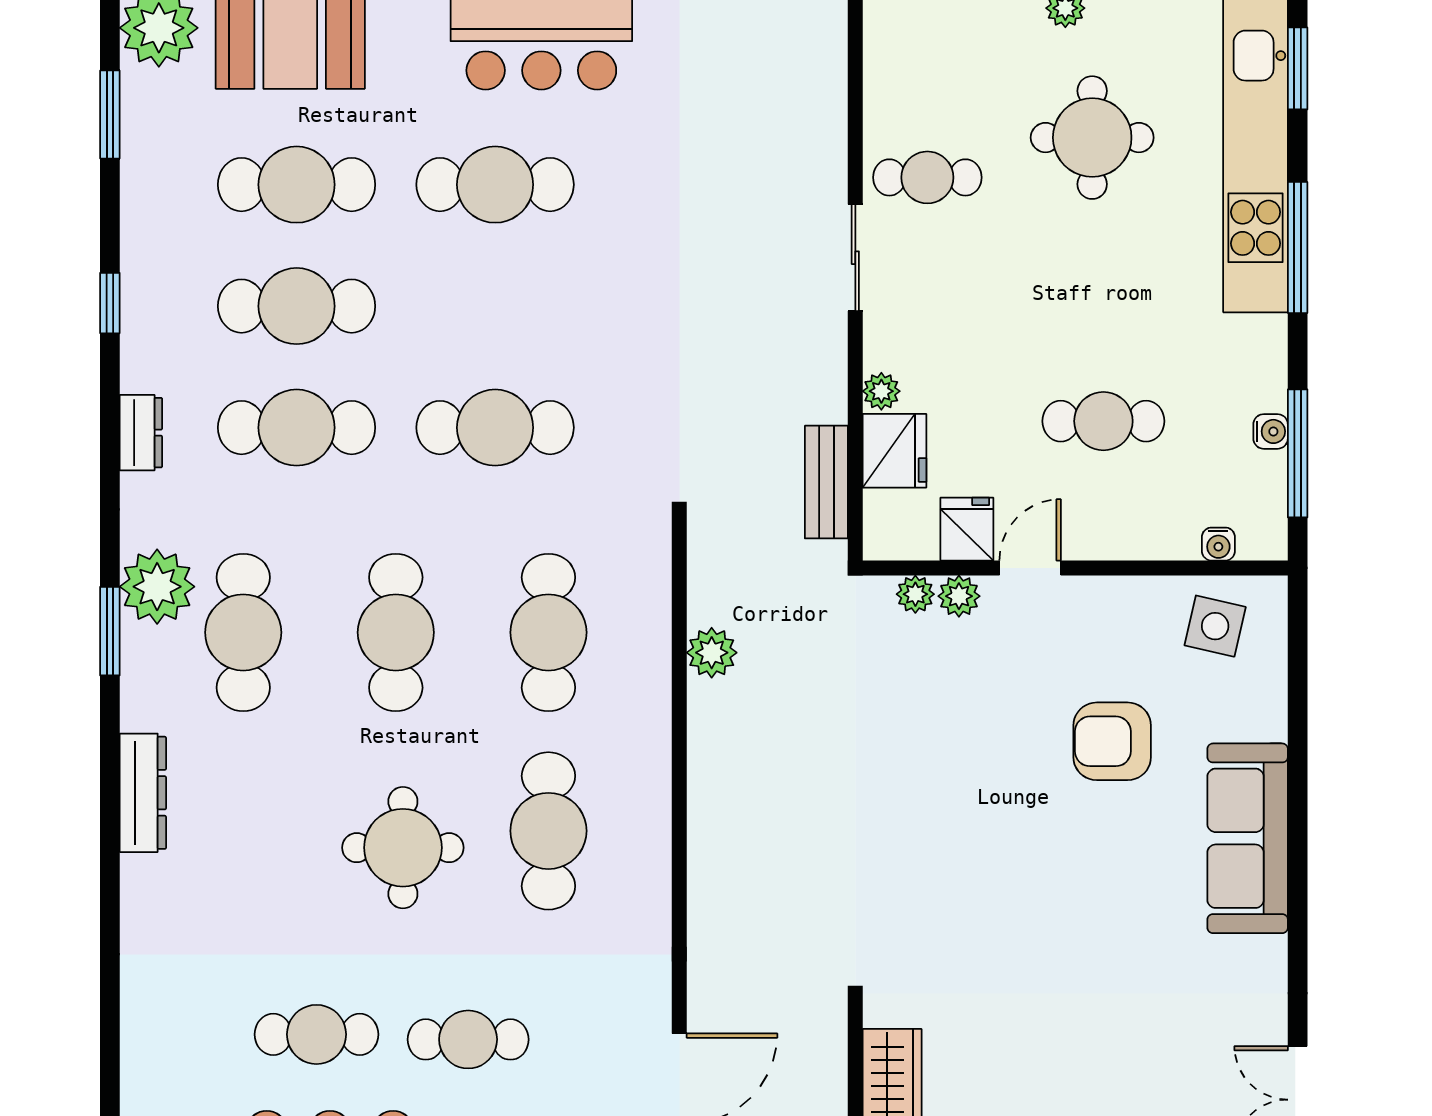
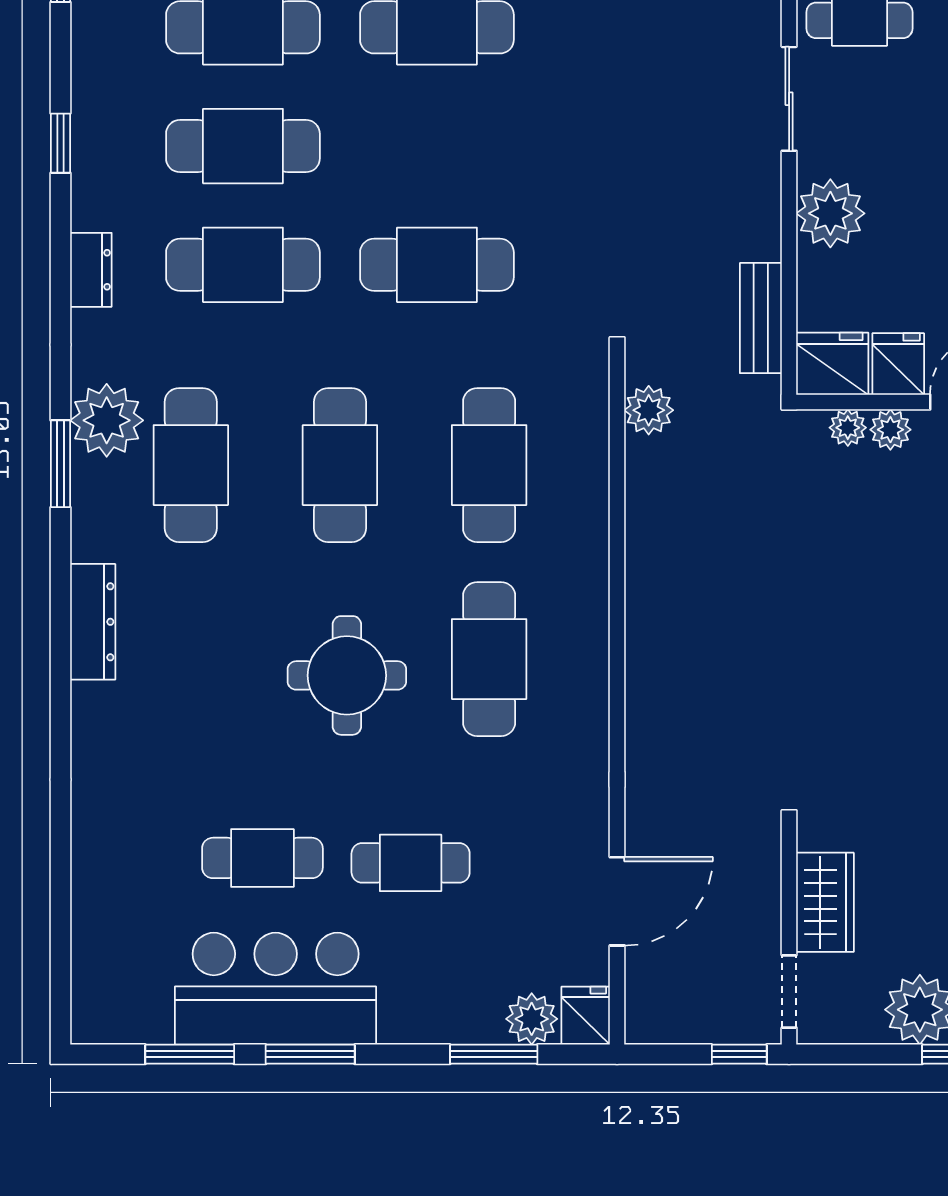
plant: (881, 391) -> (830, 213), width x1.87, depth x1.87
fridge: (894, 451) -> (832, 364), moved, turned -90
plant: (712, 653) -> (649, 410), moved

